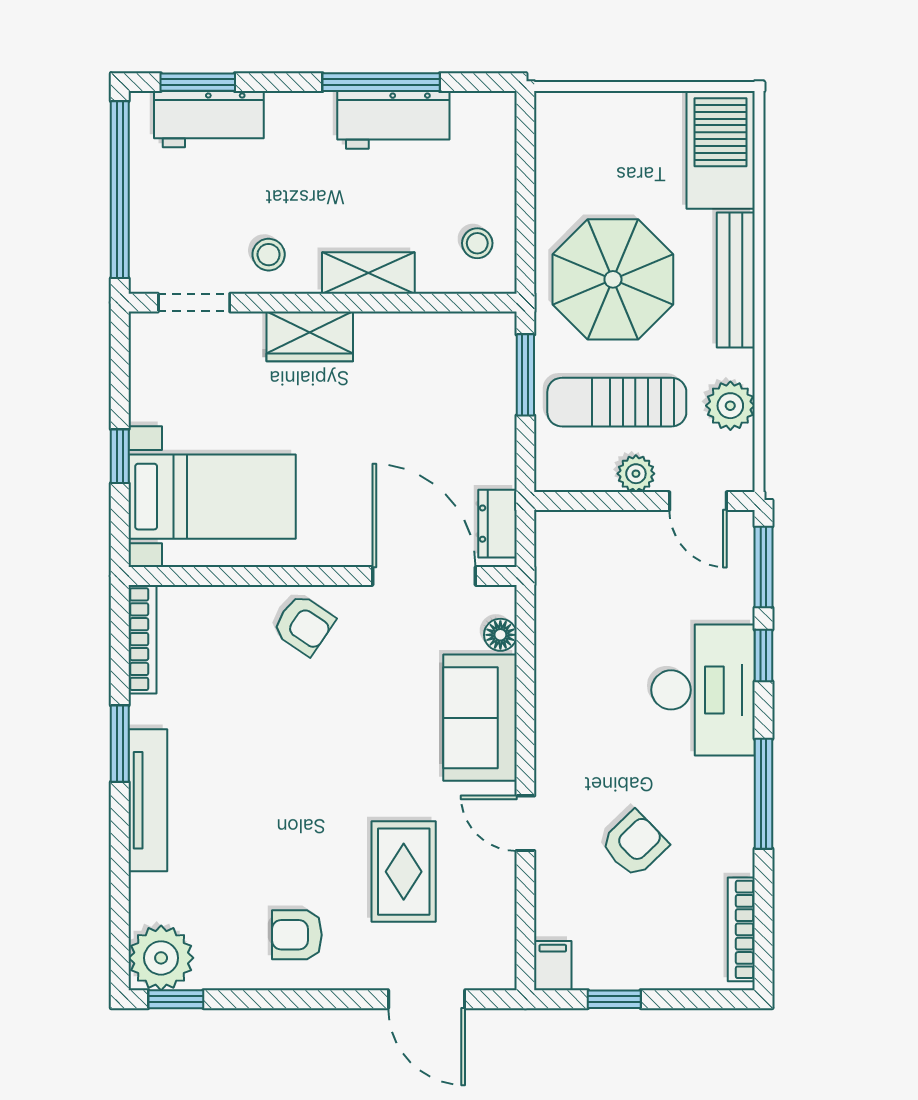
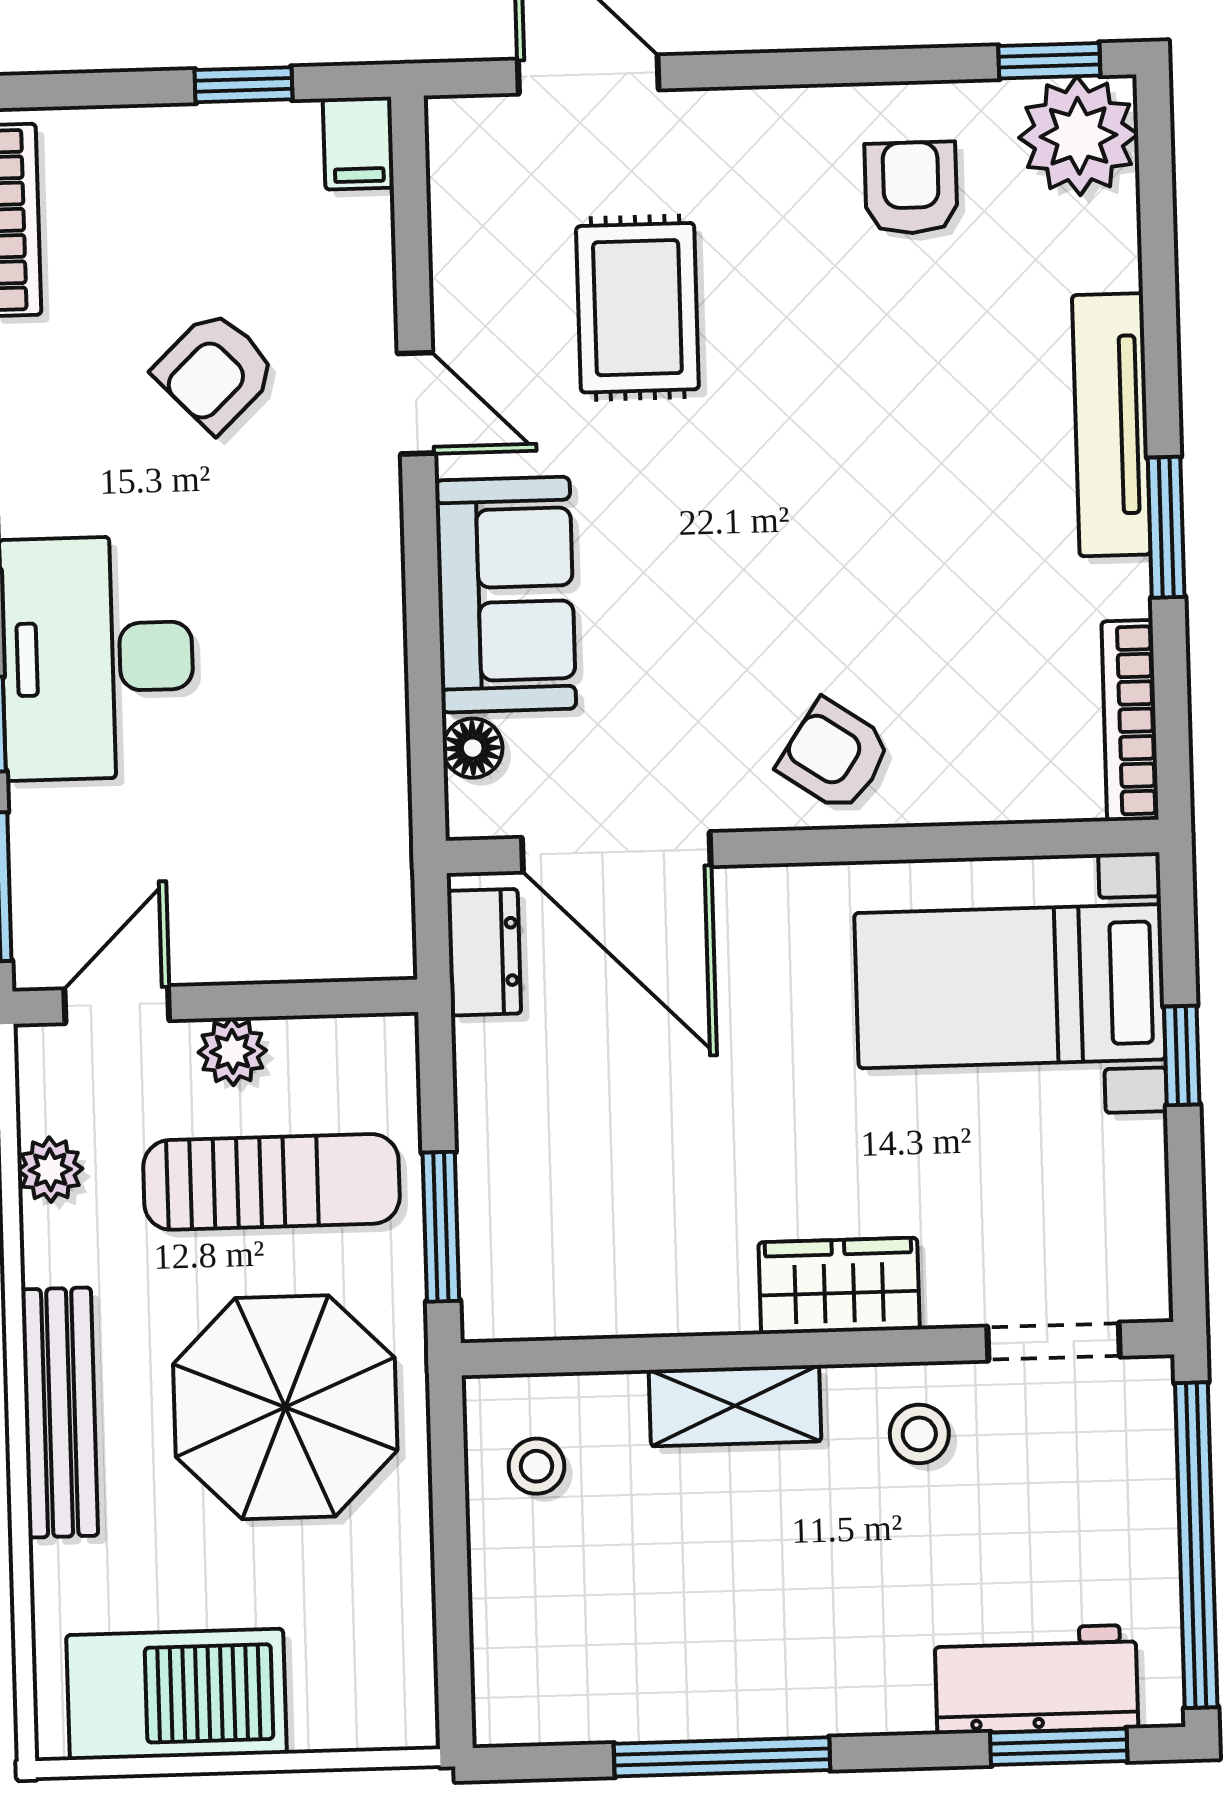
workbench: (393, 120) -> (698, 1688), removed
barbecue: (721, 150) -> (176, 1694), moved, turned -90
plant: (730, 406) -> (50, 1170), width x0.73, depth x0.73
door: (698, 501) -> (117, 1005), hinge flipped
armchair: (297, 935) -> (911, 188), moved, turned -90

